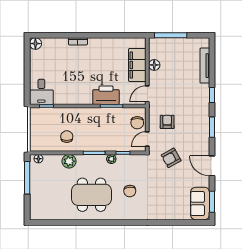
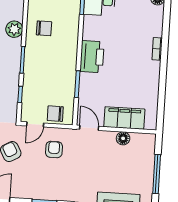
window: (171, 35) -> (157, 174), moved
printer: (106, 95) -> (92, 57), moved
armchair: (167, 122) -> (54, 150), turned -90
door: (147, 139) -> (35, 124), swing flipped
plant: (111, 159) -> (14, 80), removed

